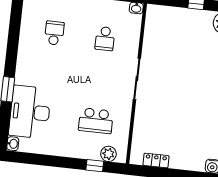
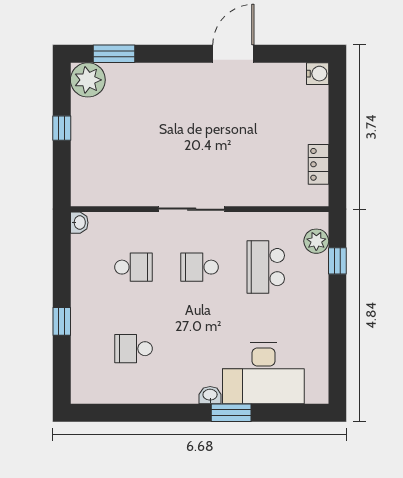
school desk: (100, 80) -> (200, 267), added
school desk: (96, 121) -> (266, 267), turned 180
washbasin: (13, 144) -> (210, 395), moved

